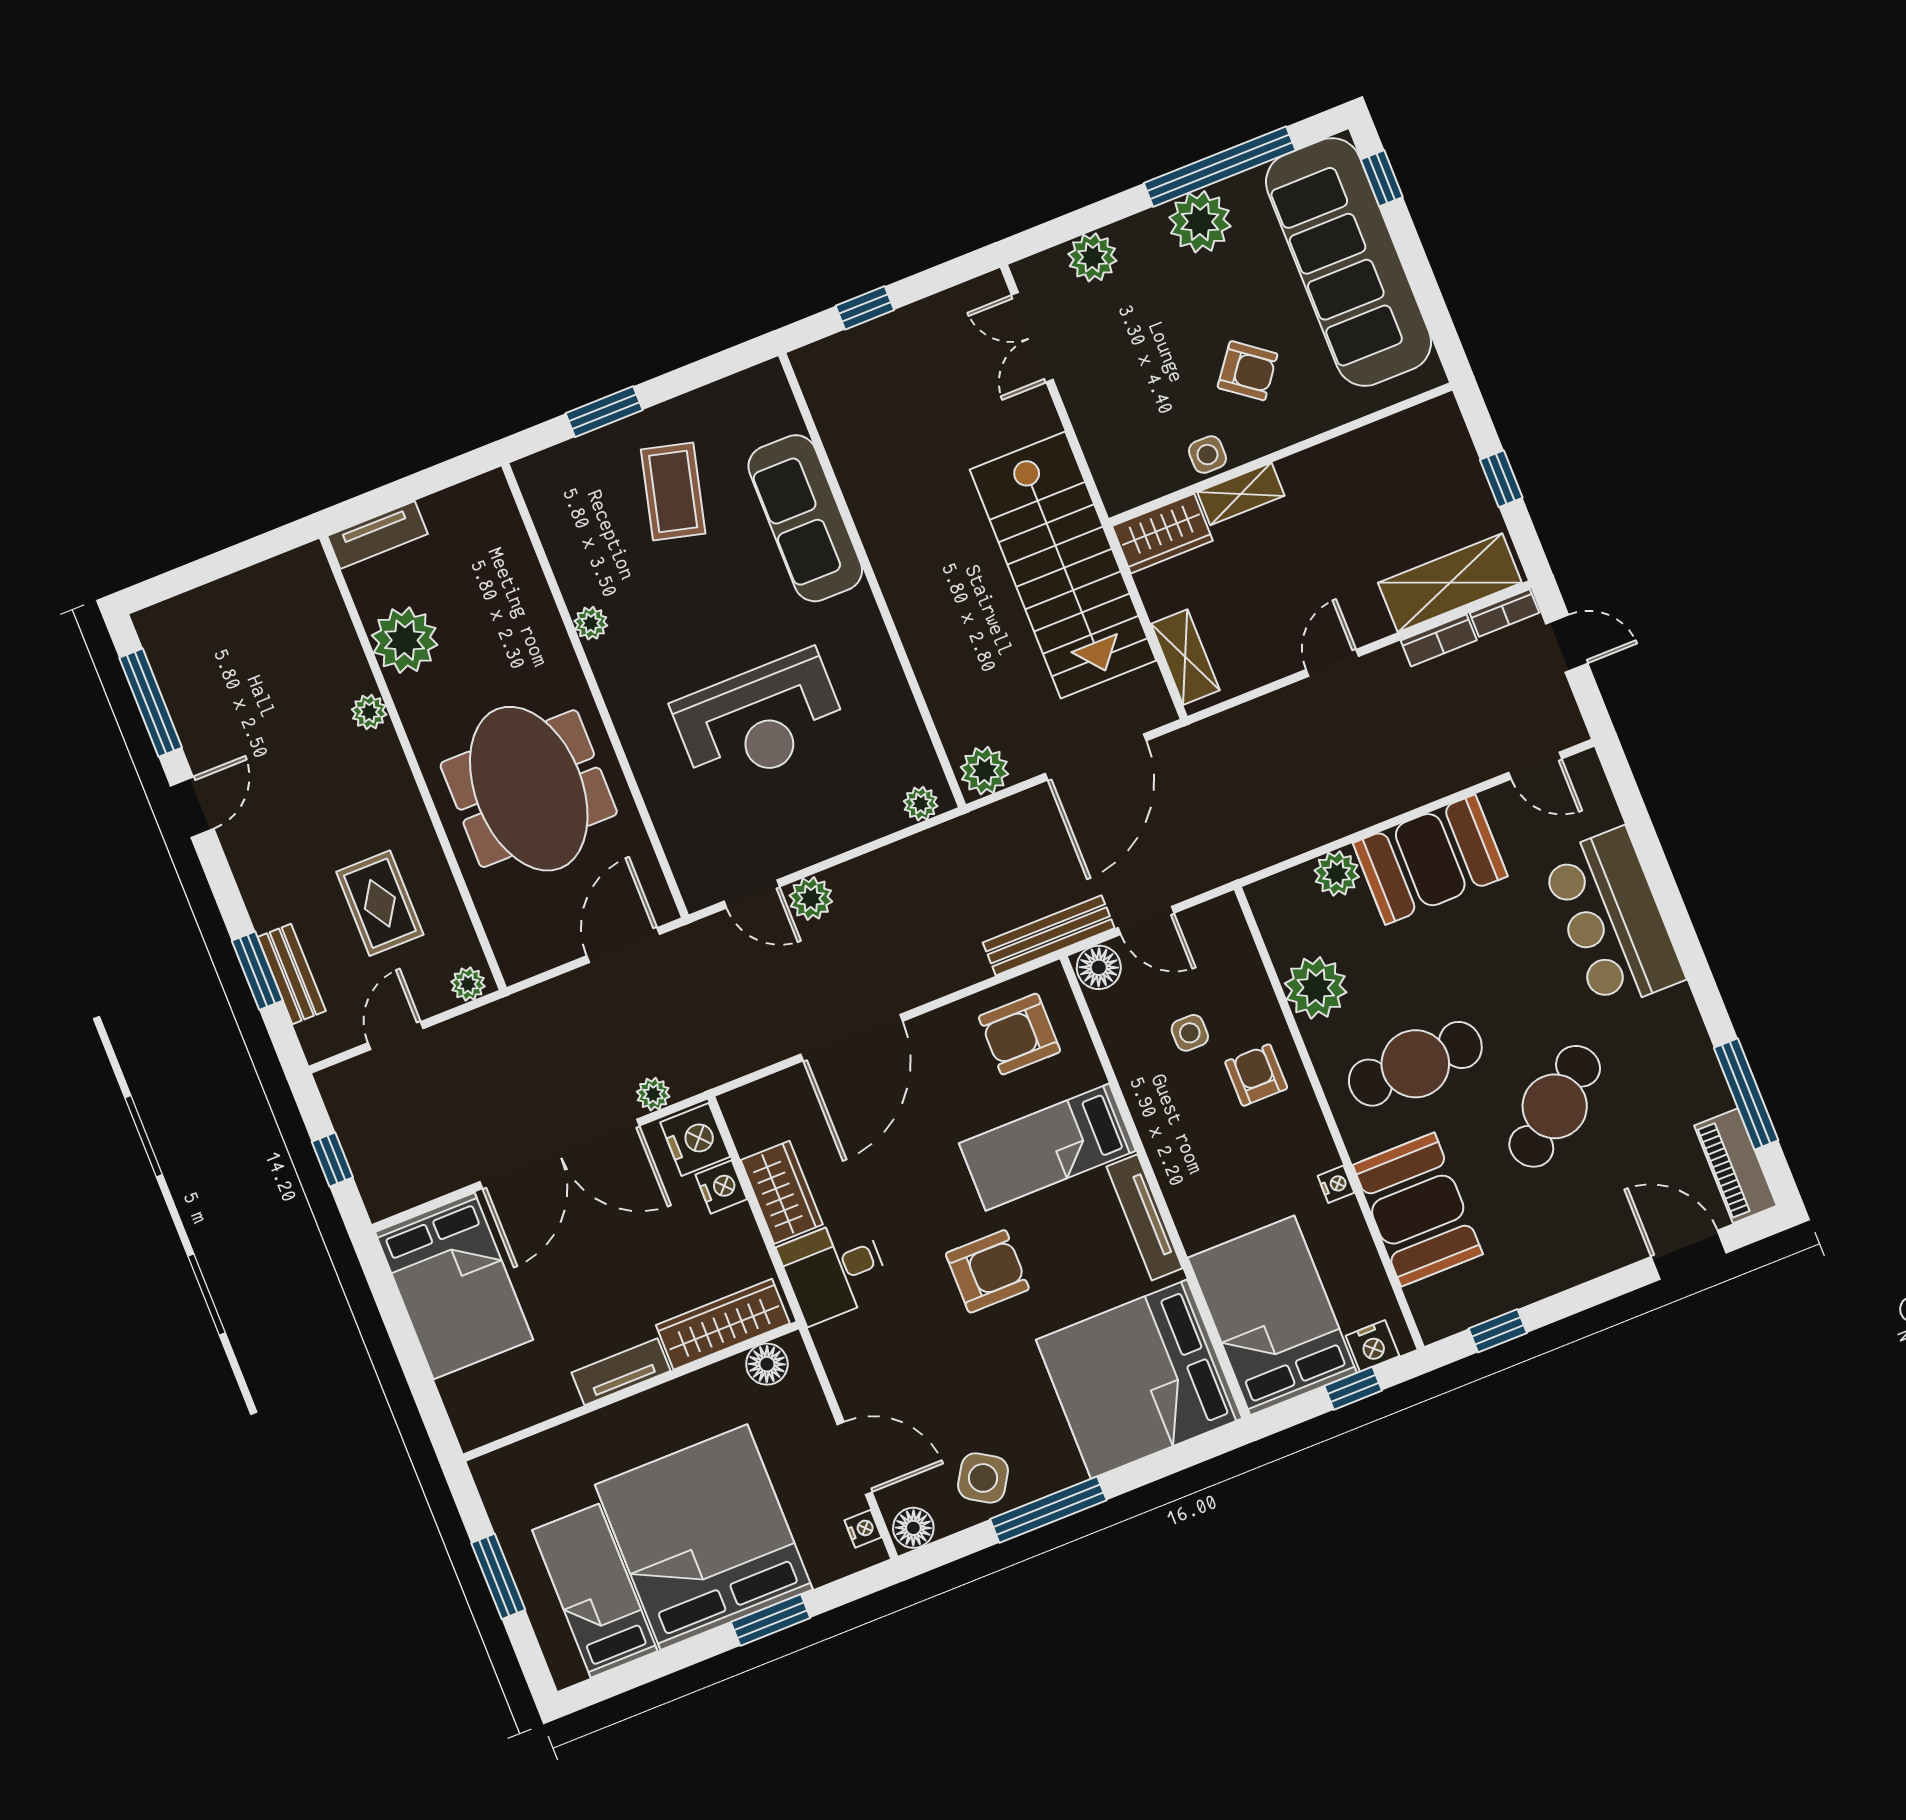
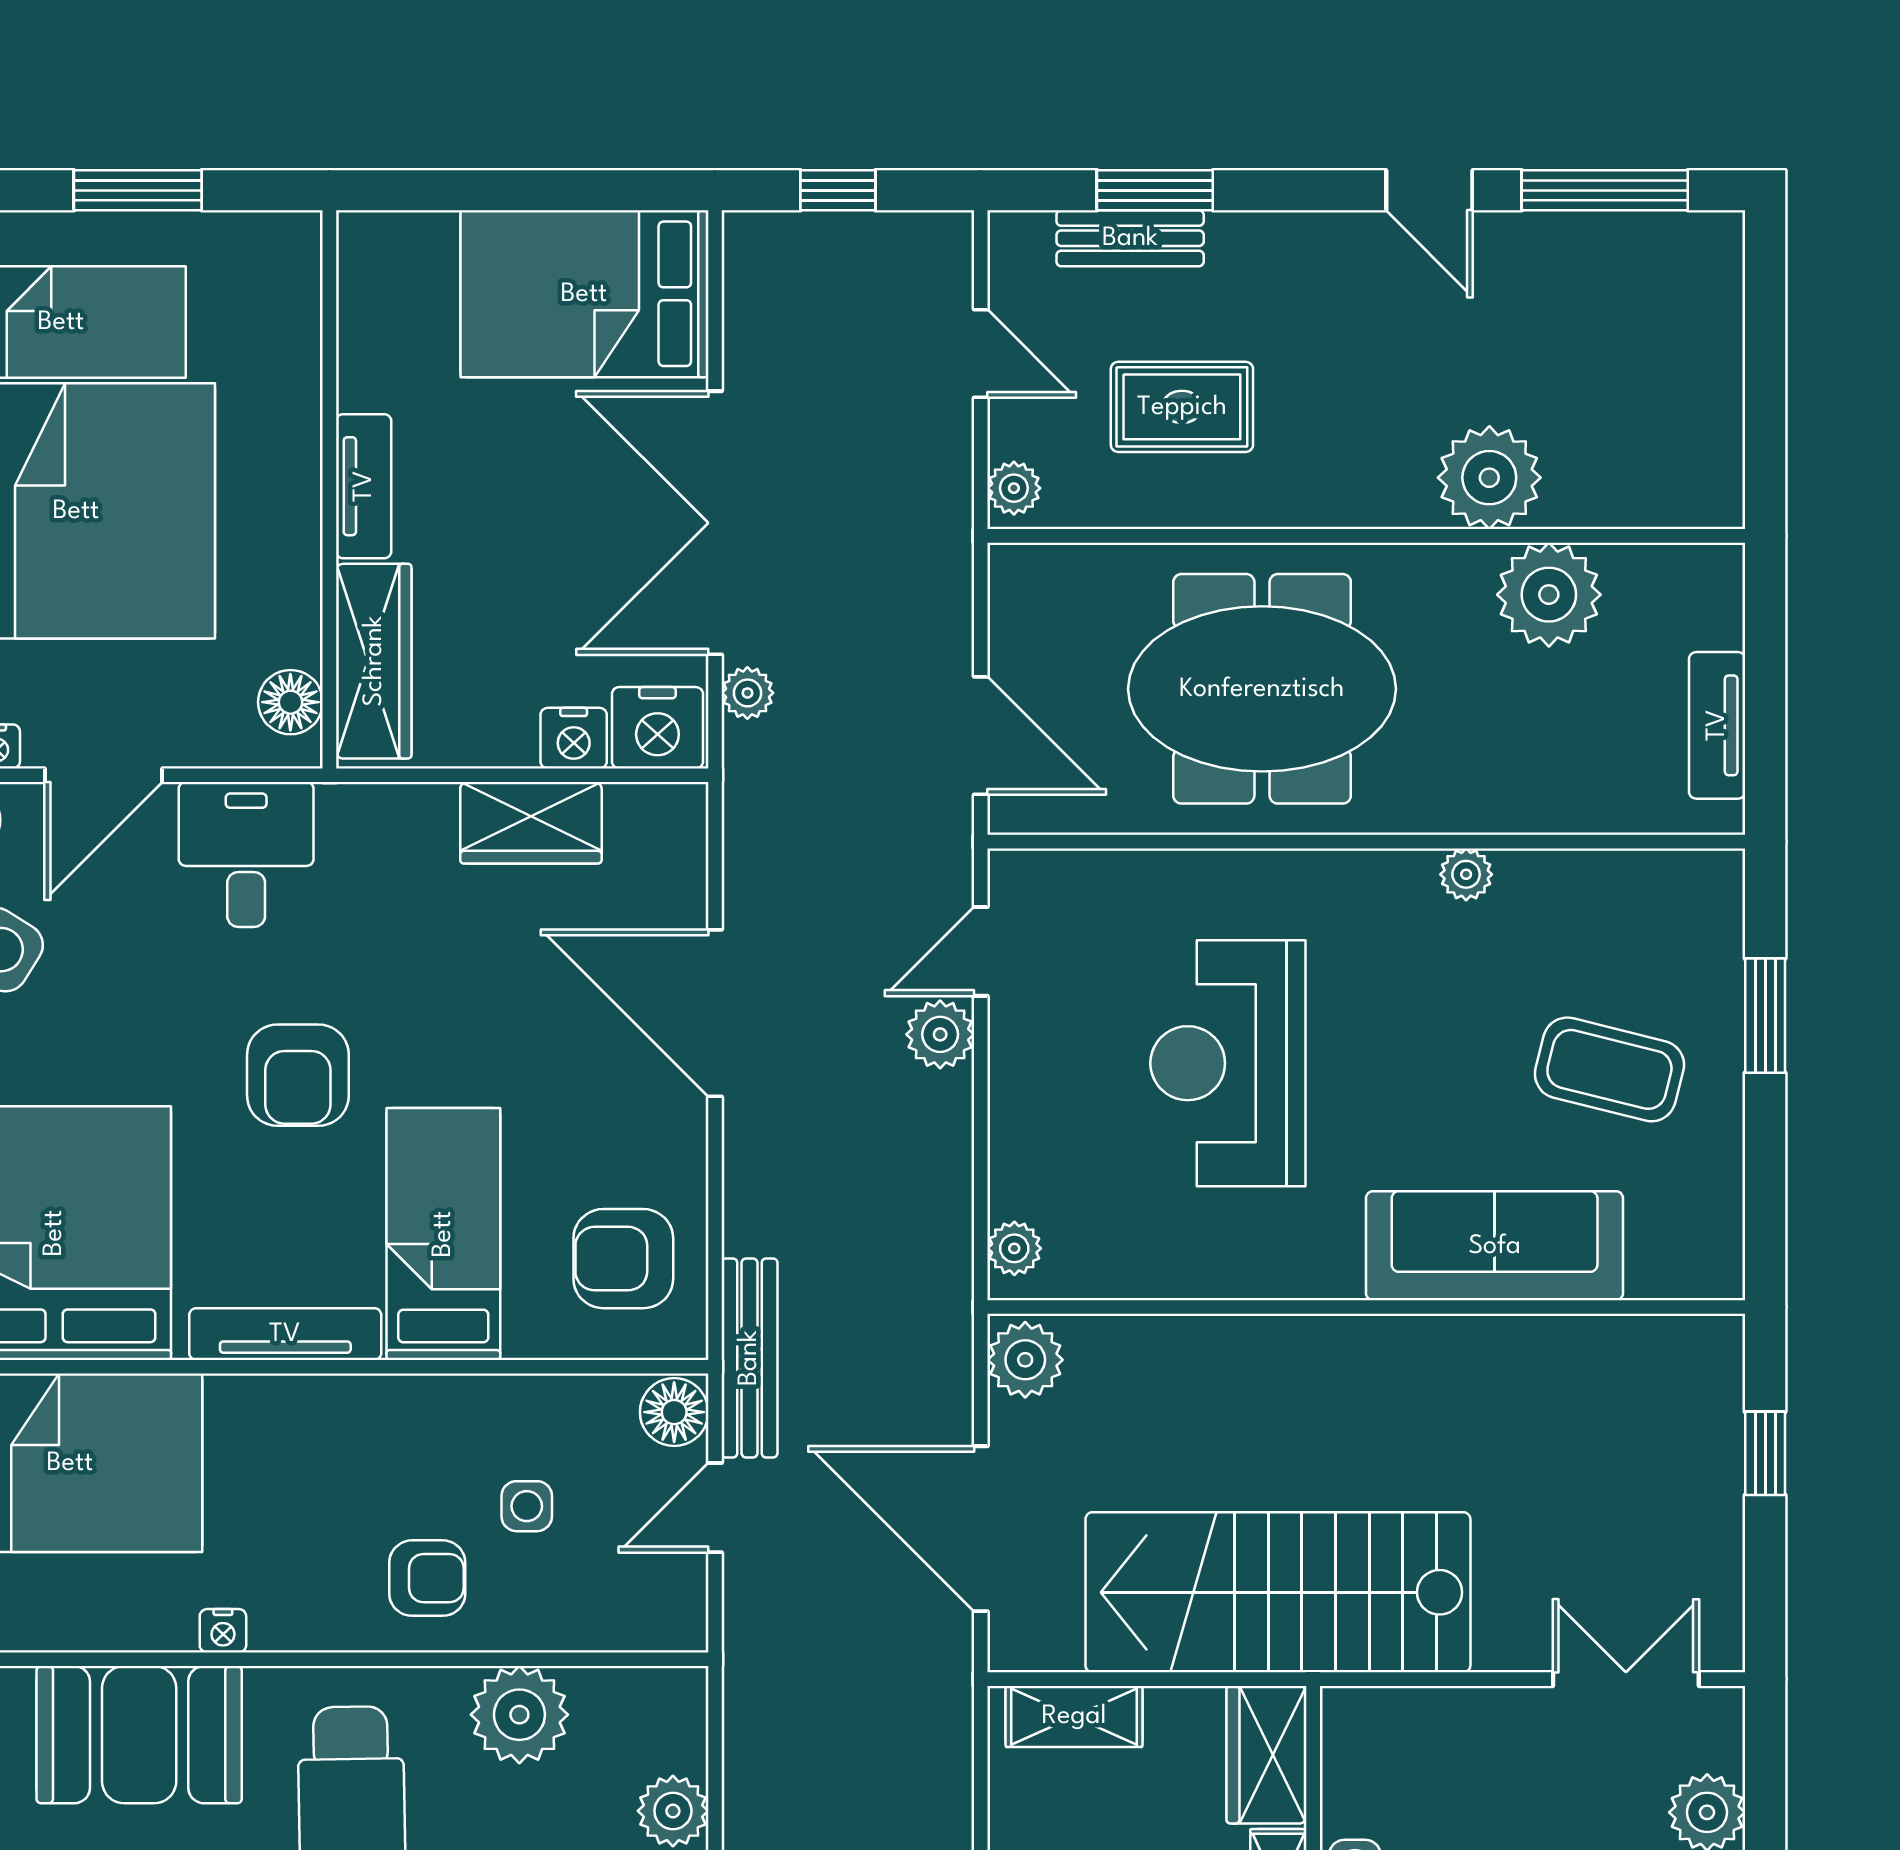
tv unit: (377, 535) -> (1717, 725), moved
plant: (369, 712) -> (1489, 478), width x1.87, depth x1.87
armchair: (1019, 1034) -> (623, 1259), turned -90
desk: (835, 1270) -> (246, 854), moved

